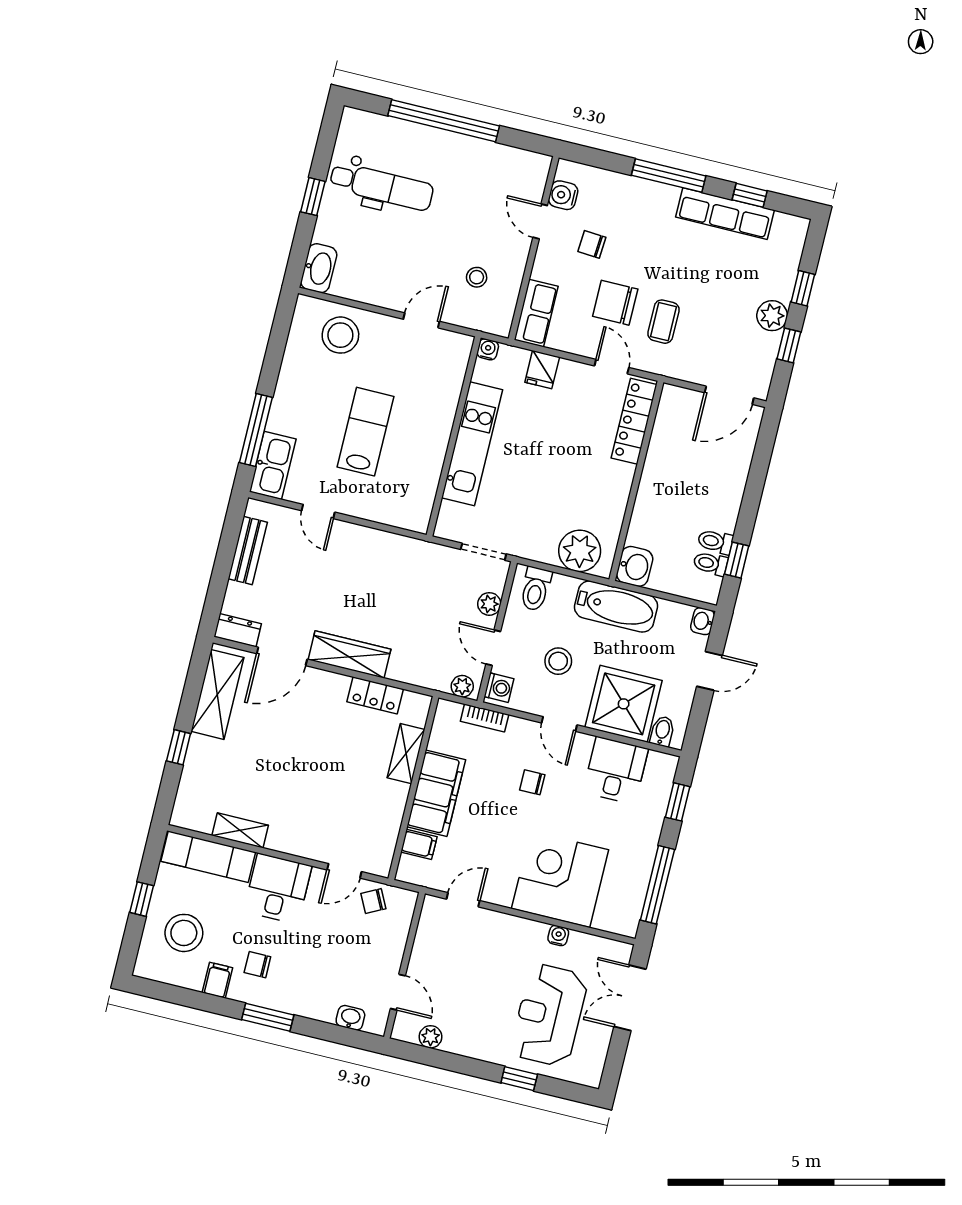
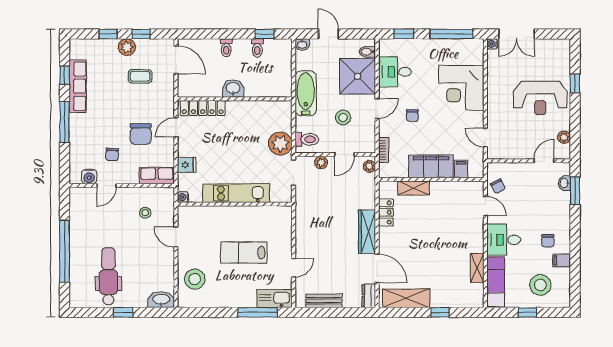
coffee table: (664, 322) -> (140, 76), moved
plant: (580, 551) -> (280, 143), moved
toilet: (710, 564) -> (226, 48), moved
washbasin: (635, 566) -> (233, 88), moved
washing machine: (499, 688) -> (365, 146), removed
water cooler: (558, 936) -> (492, 44), moved
reception desk: (549, 1015) -> (540, 98), moved
window: (268, 1017) -> (575, 191), moved

